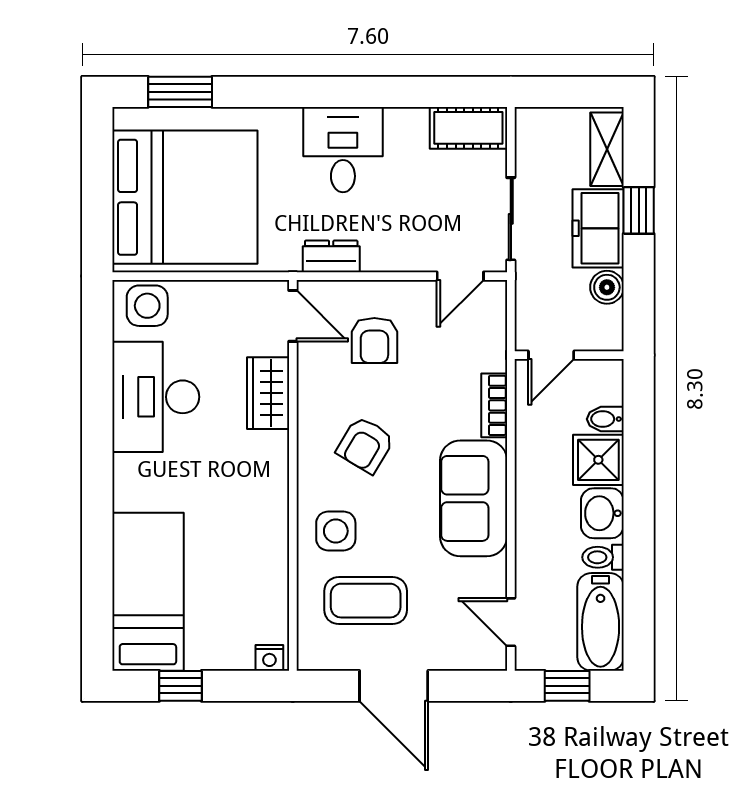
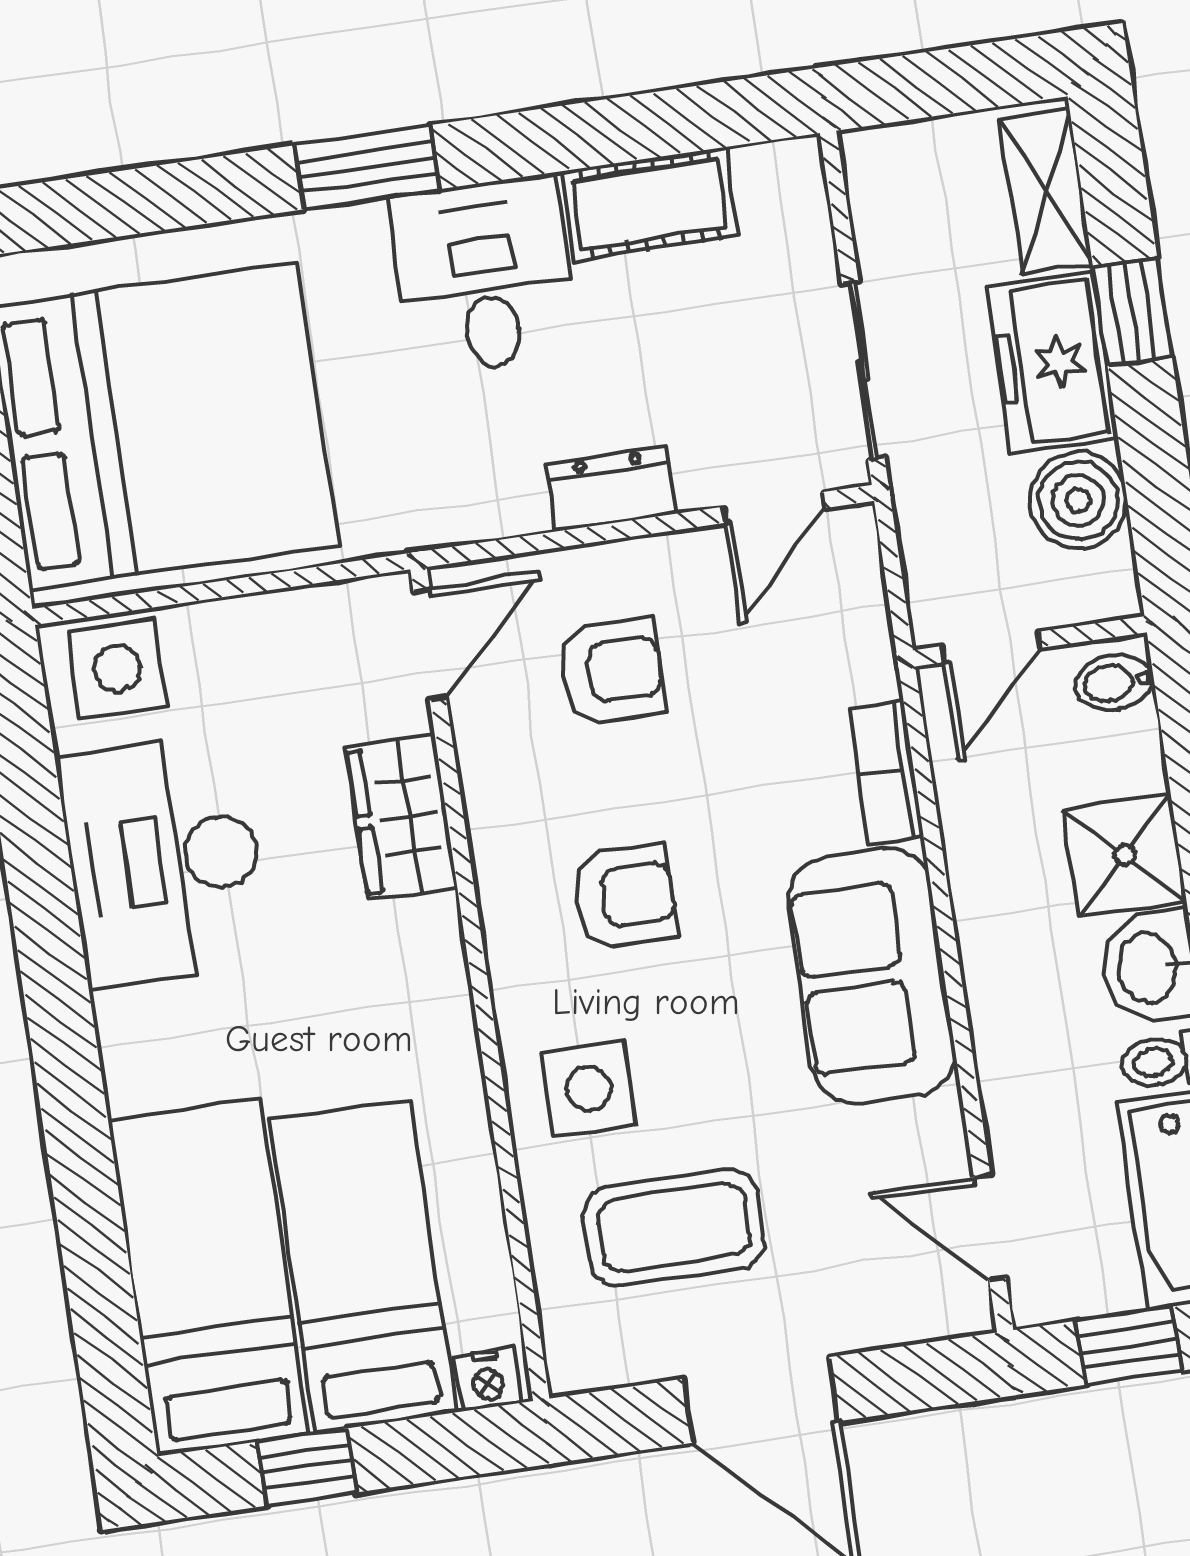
window: (180, 92) -> (367, 167), moved
cot: (468, 128) -> (650, 204), moved
dresser: (331, 256) -> (611, 489), moved
boiler: (607, 287) -> (1078, 500), width x1.36, depth x1.36
door: (293, 316) -> (430, 645), hinge flipped
armchair: (374, 340) -> (611, 671), turned -90
bidet: (605, 419) -> (1114, 682), moved
armchair: (365, 445) -> (624, 896), turned -121
bed: (220, 597) -> (363, 1266), added

